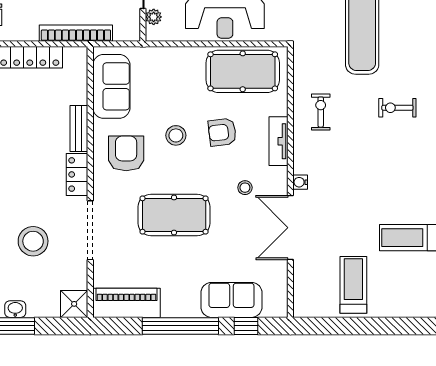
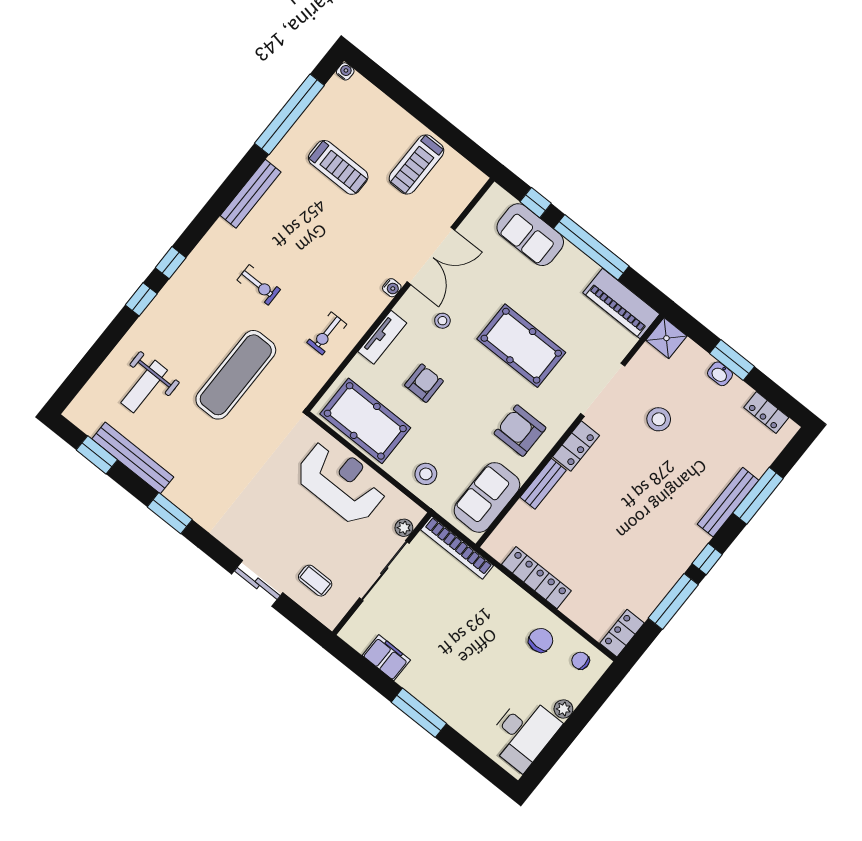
bookcase: (76, 33) -> (457, 548), moved
armchair: (222, 132) -> (424, 383), turned -83
stool: (176, 135) -> (426, 474), moved
armchair: (126, 153) -> (520, 431), turned 90
stool: (33, 241) -> (659, 419), width x0.73, depth x0.73

